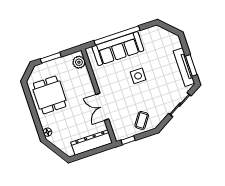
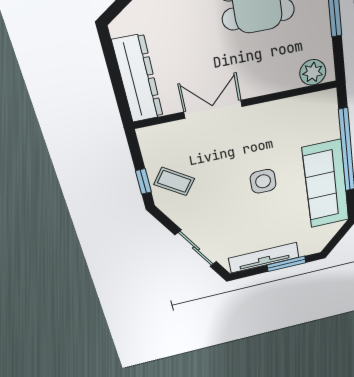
sofa: (118, 49) -> (326, 185), moved
window: (191, 65) -> (286, 264), moved
window: (128, 140) -> (143, 181), moved

